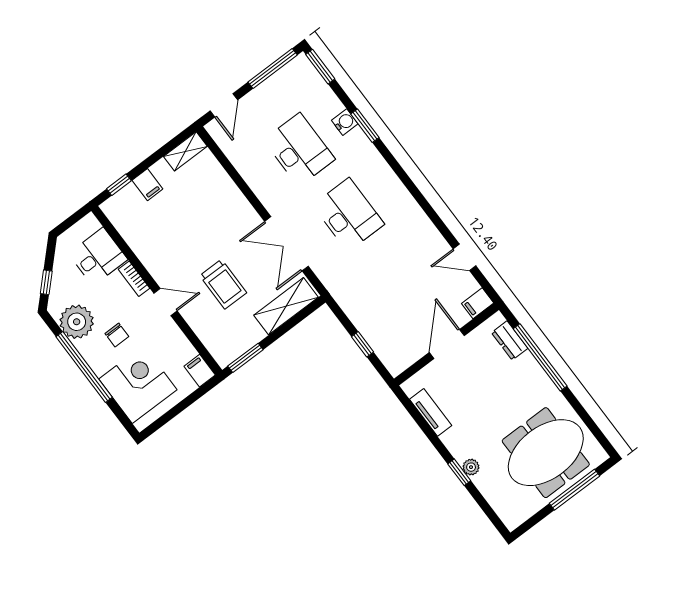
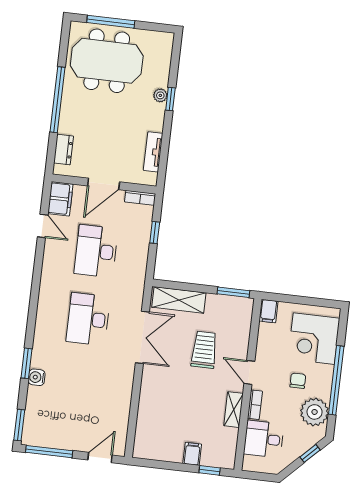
desk: (299, 150) -> (96, 251), moved
shelving: (185, 151) -> (234, 410), moved, turned 90
filing cabinet: (478, 303) -> (60, 199), width x2.00
window: (540, 357) -> (57, 100), moved
bookcase: (404, 362) -> (140, 198), added

